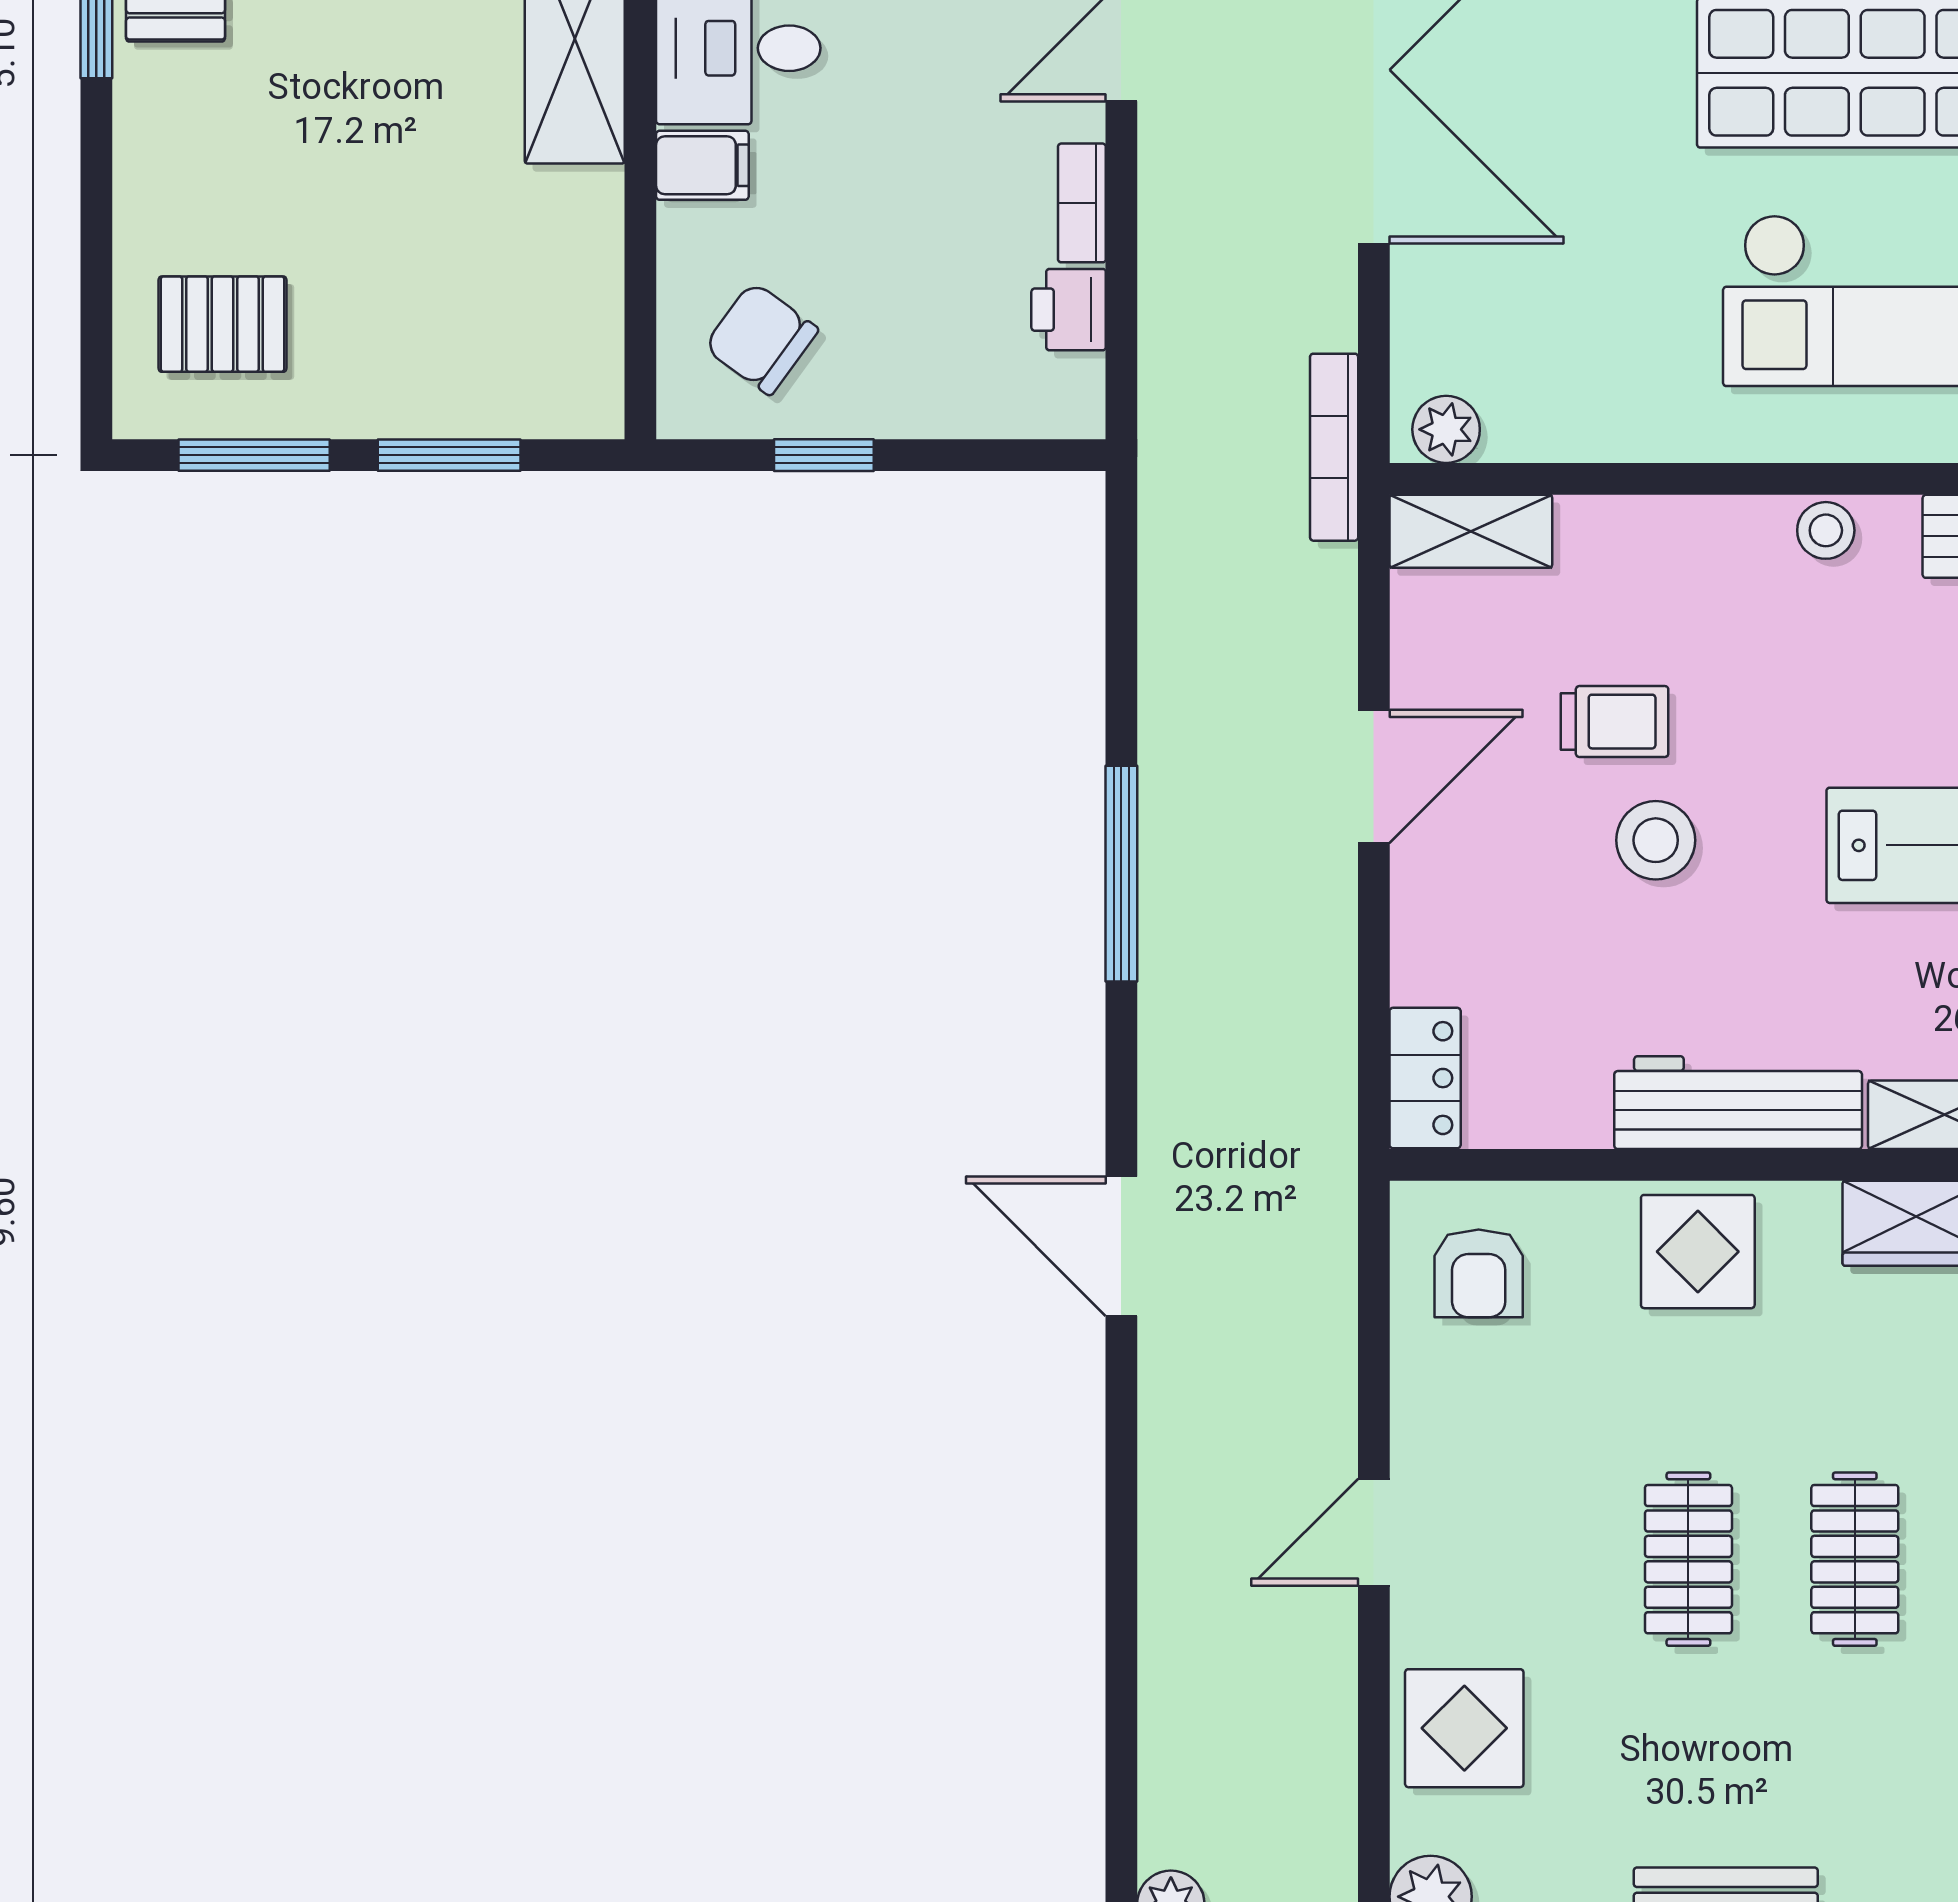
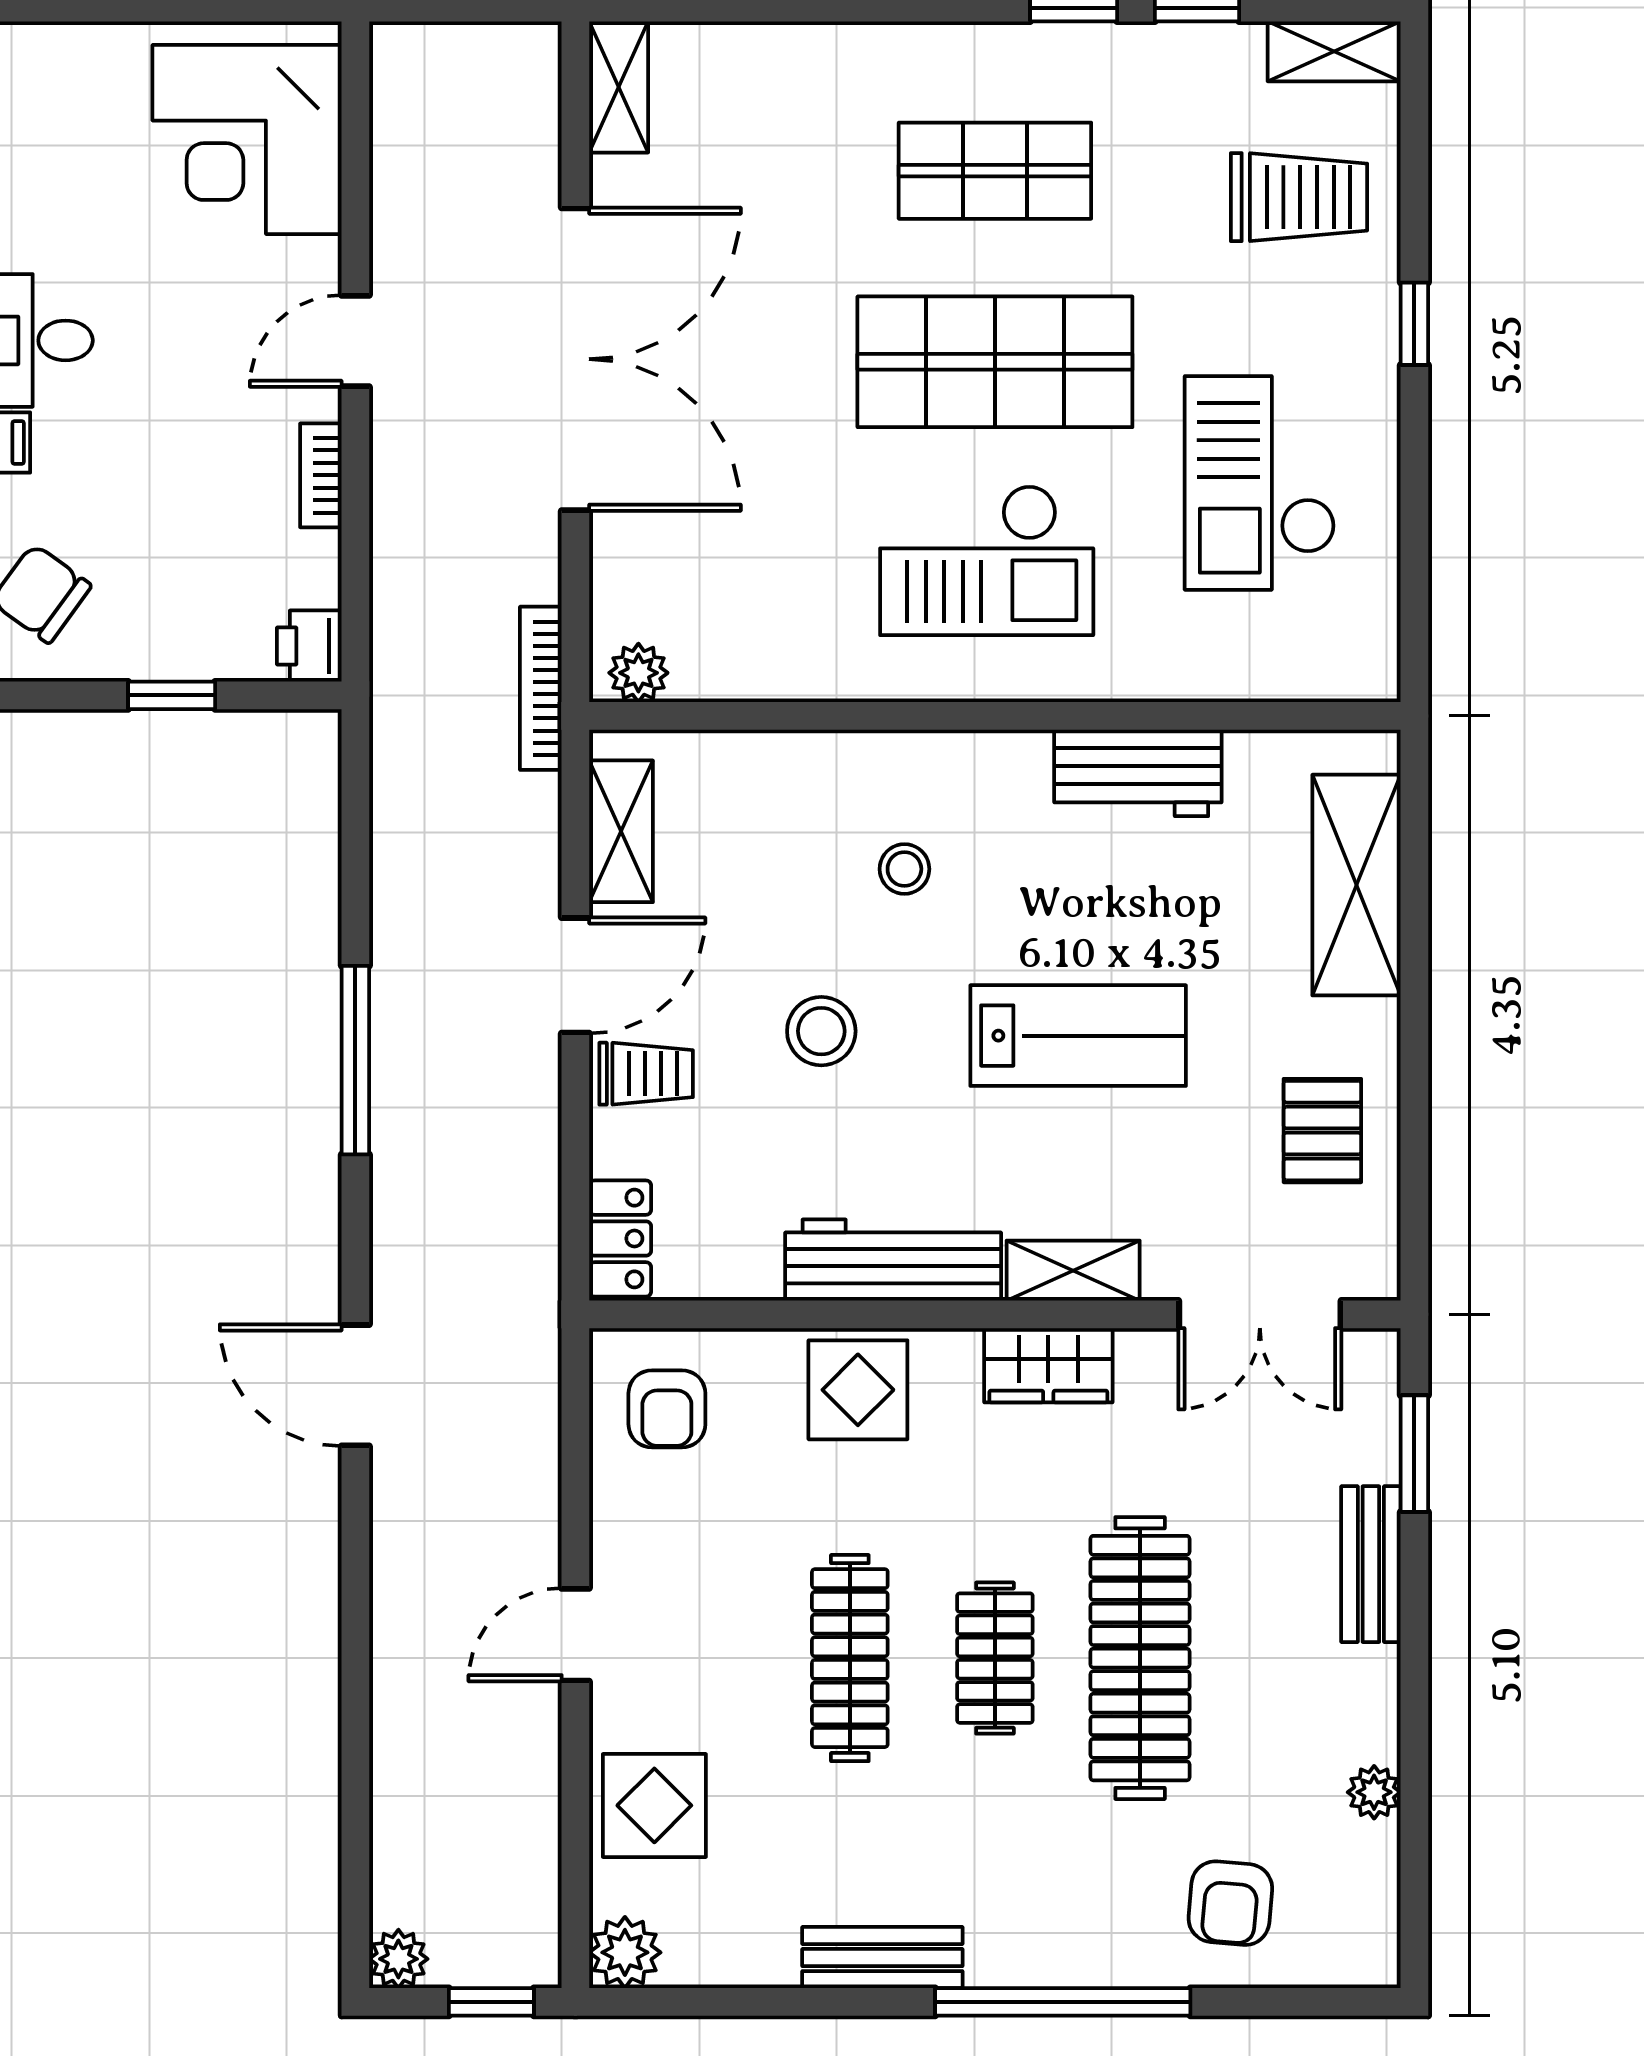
printer: (1069, 310) -> (309, 646), moved
window: (824, 455) -> (172, 695), moved
stool: (1826, 530) -> (904, 869), moved
shelving: (1471, 531) -> (621, 831), moved, turned 90
trolley: (1615, 722) -> (646, 1074), moved
clothes rail: (1688, 1559) -> (850, 1658), width x1.36

